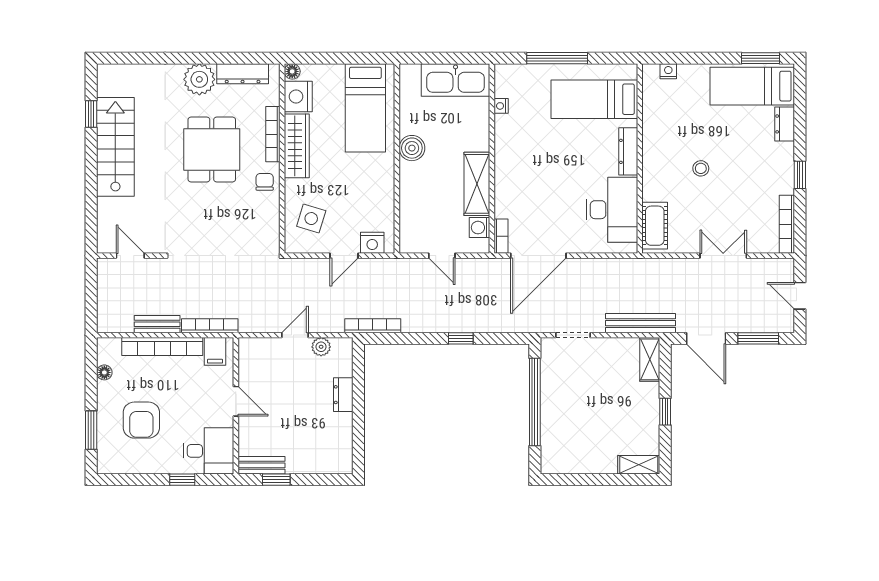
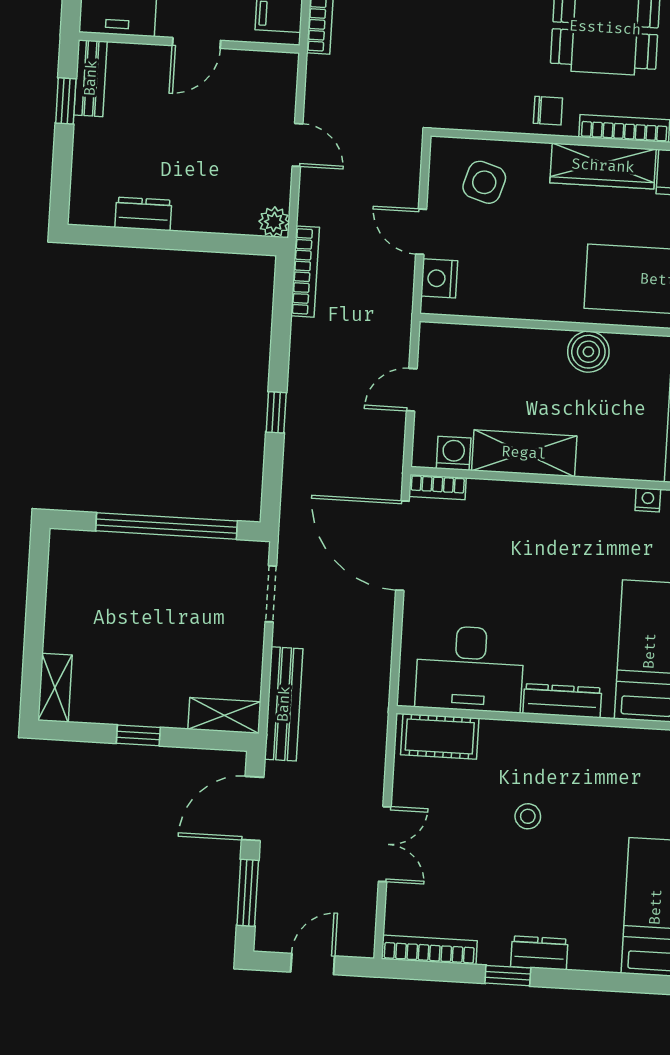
dresser: (785, 124) -> (539, 953), moved
plant: (321, 347) -> (274, 222), moved
dresser: (343, 395) -> (143, 214), moved

